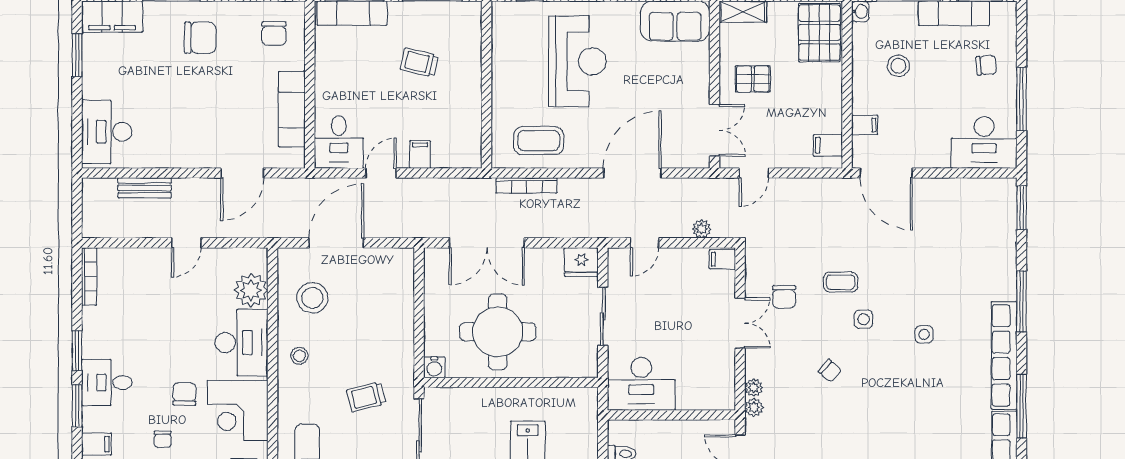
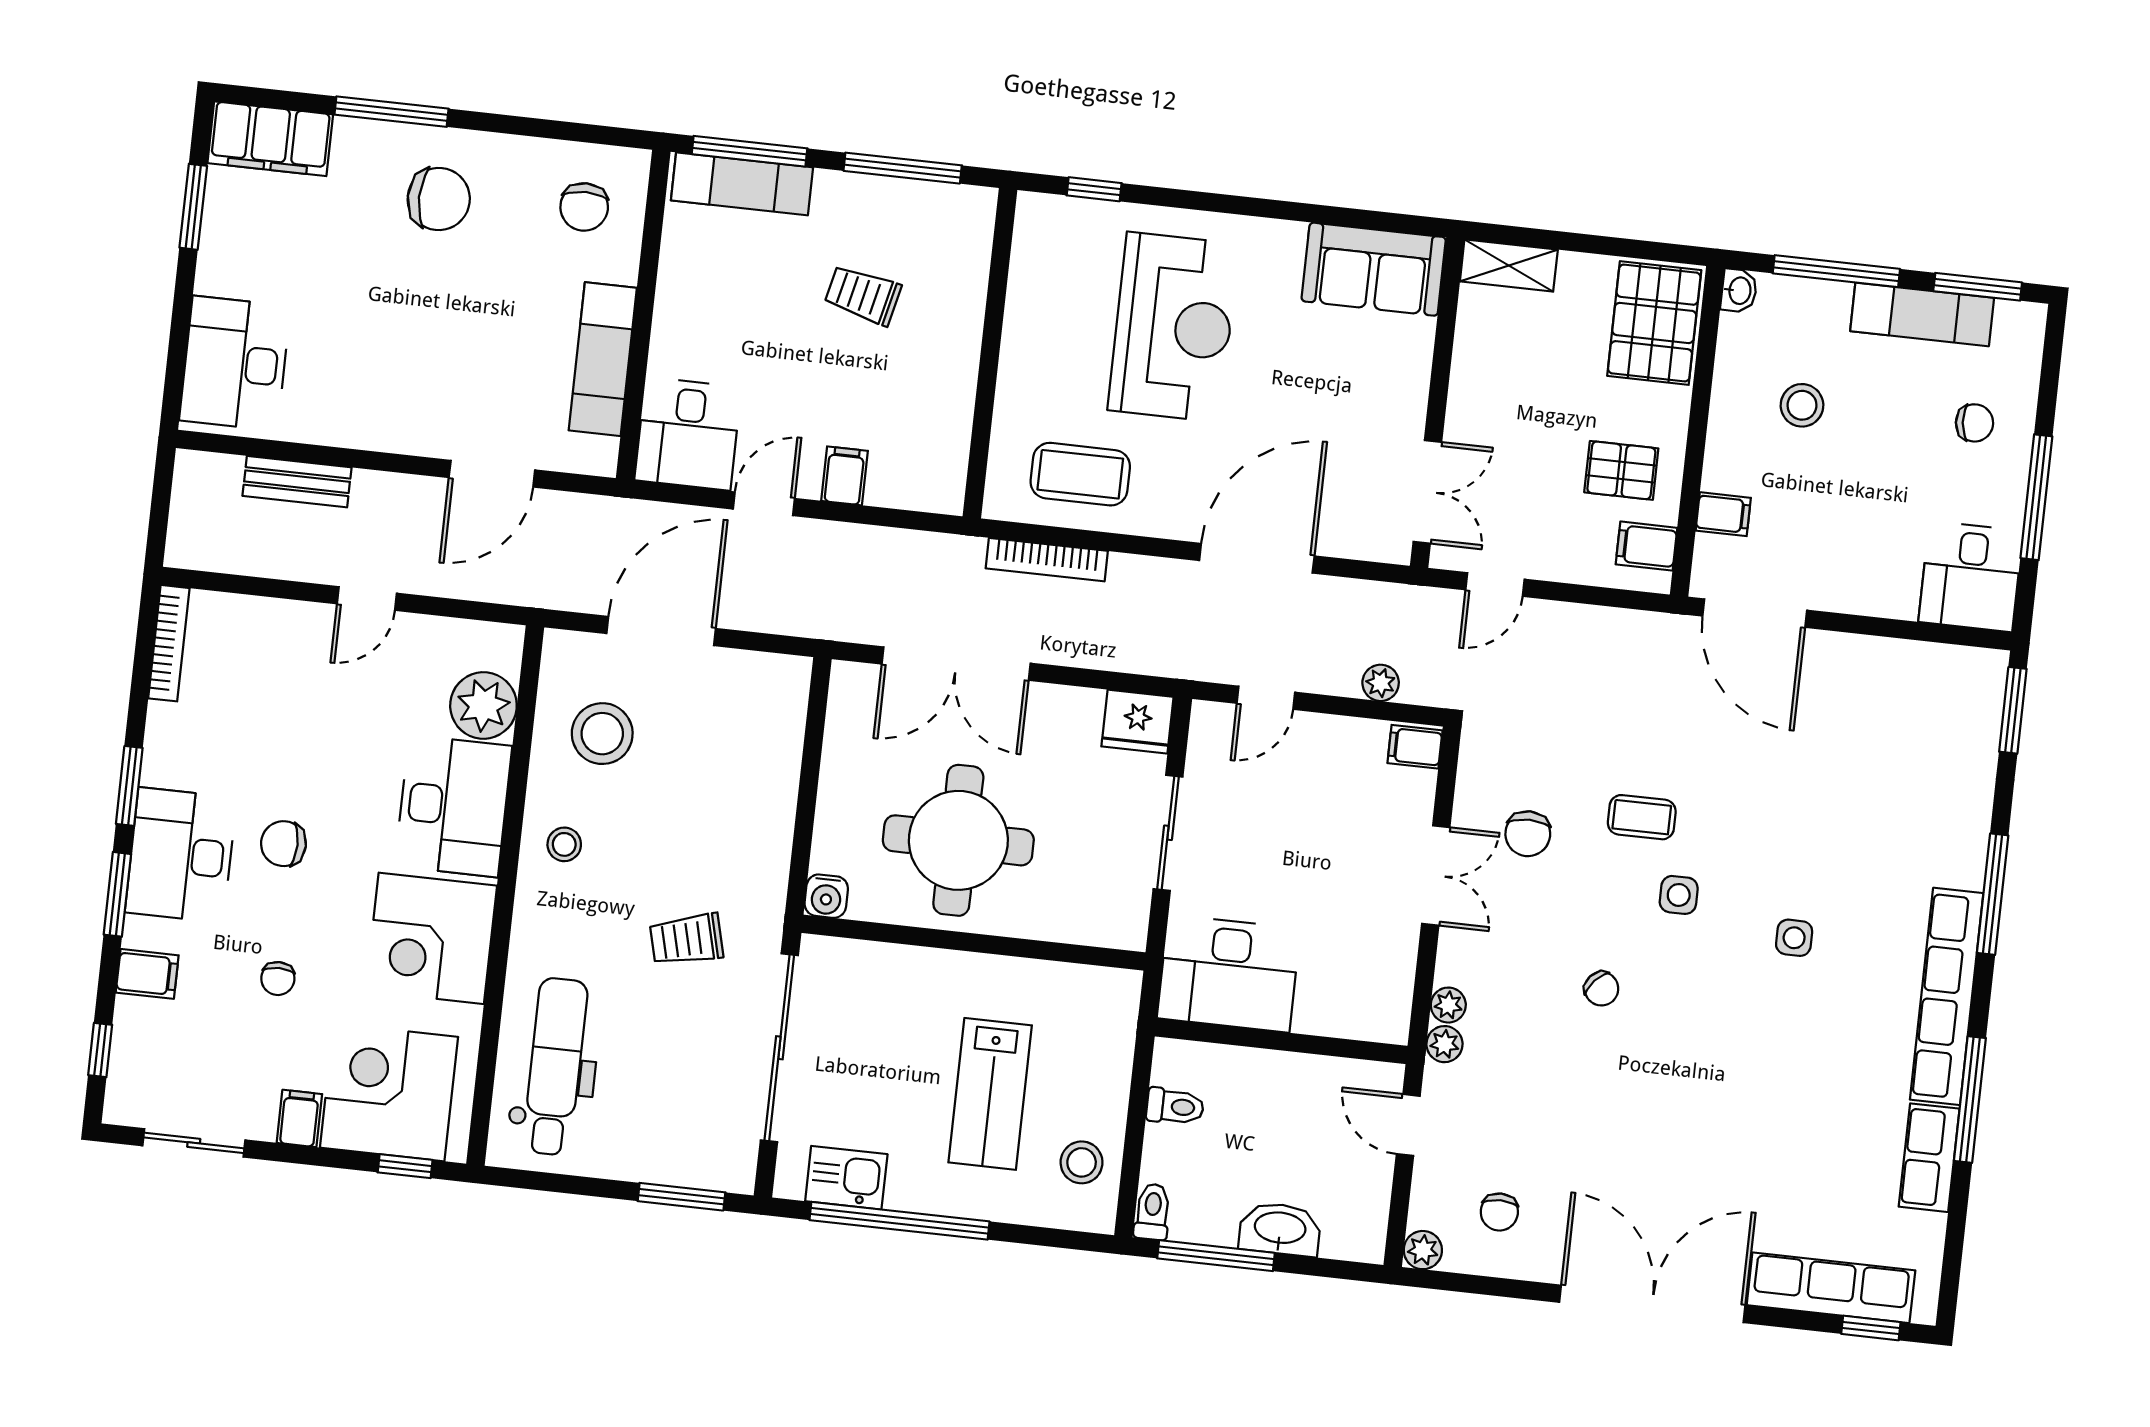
pallet: (753, 79) -> (1621, 470), moved
desk: (984, 143) -> (1971, 576), width x0.73
desk: (107, 382) -> (181, 855), width x1.37
chair: (184, 394) -> (283, 844), moved, turned -90

